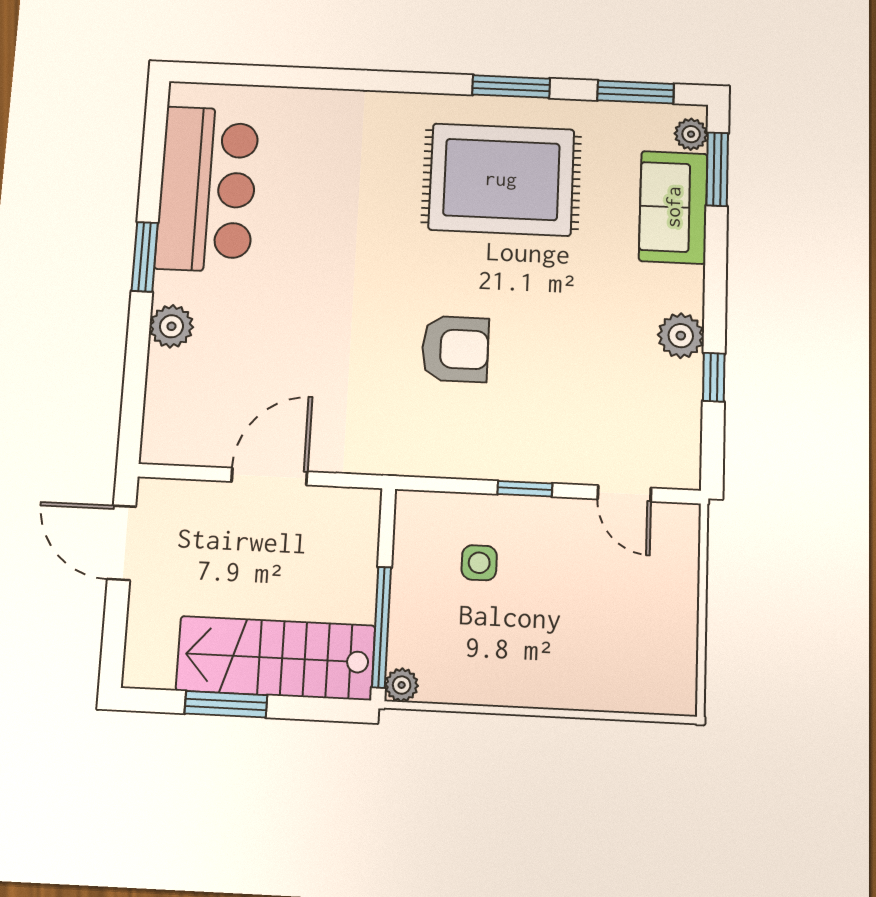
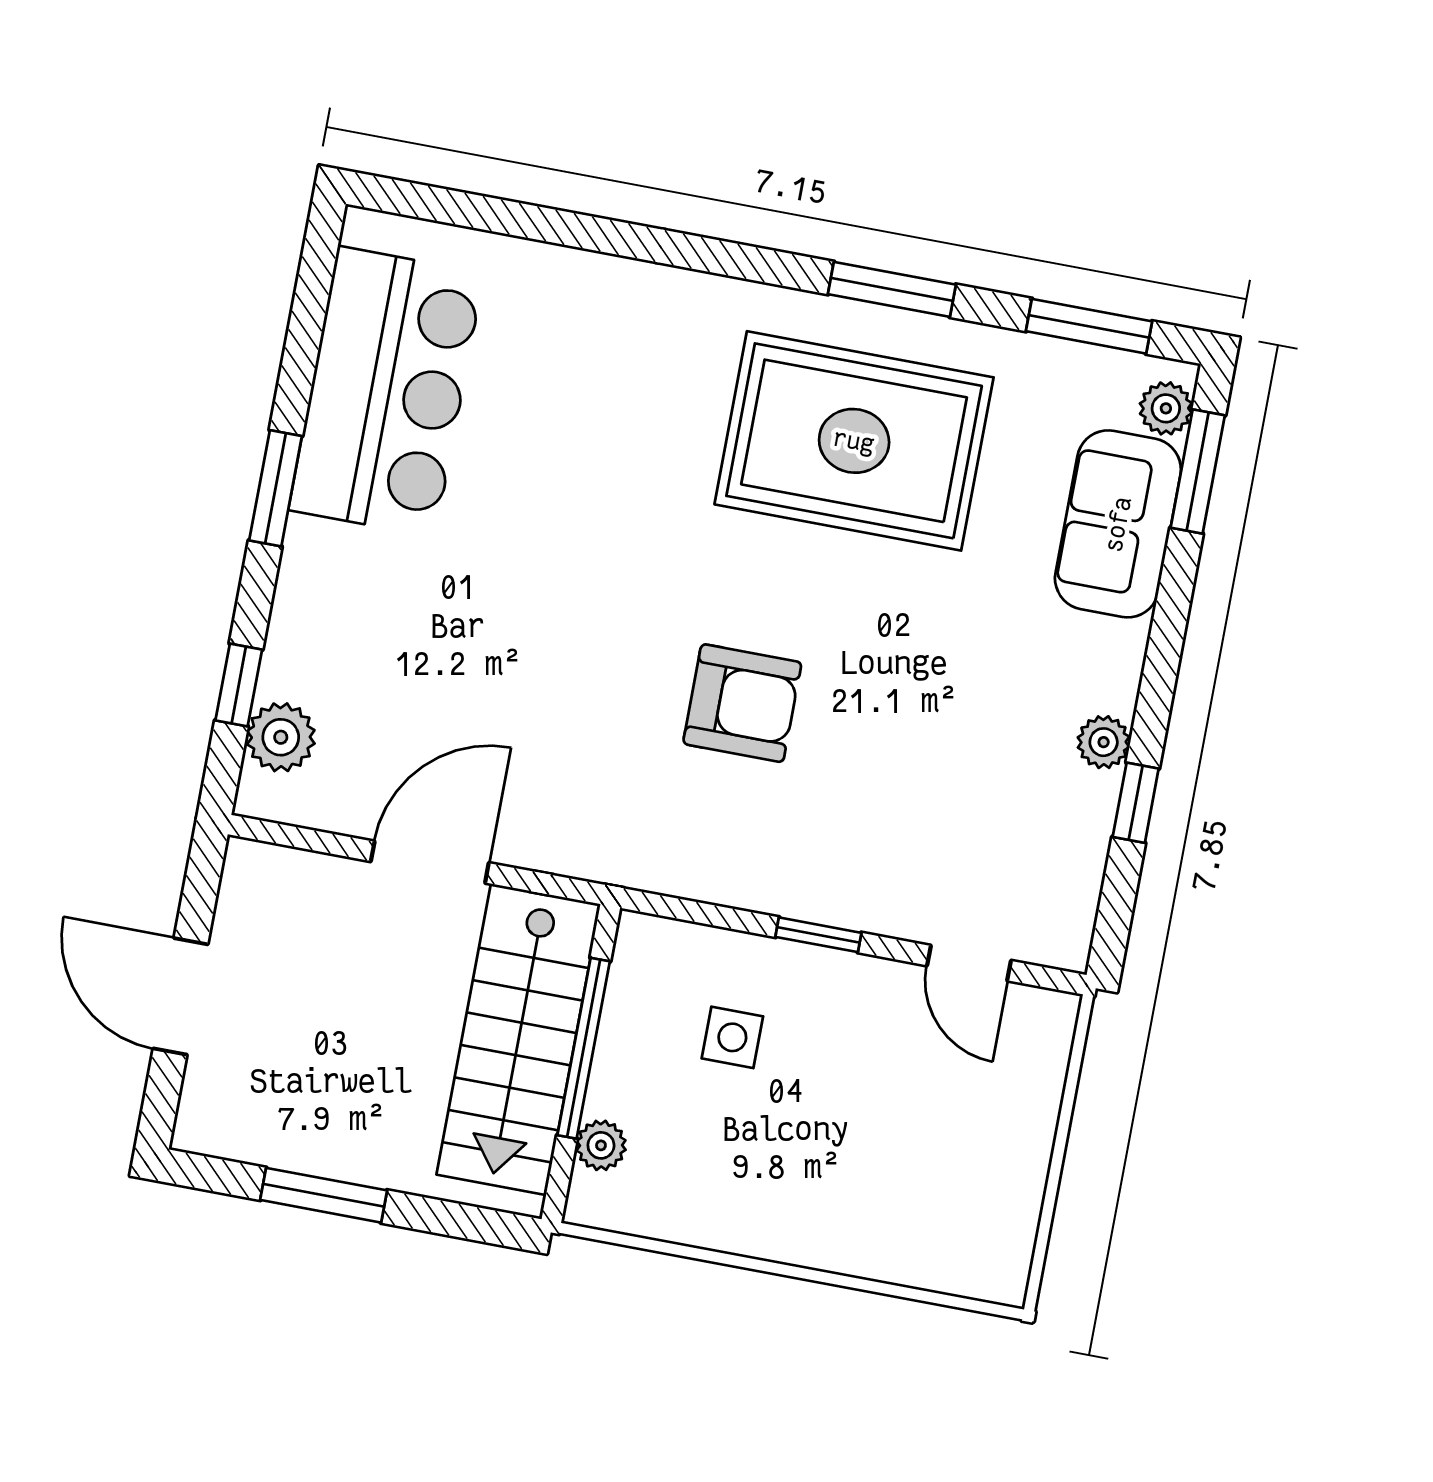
plant: (171, 326) -> (281, 737), moved
plant: (681, 336) -> (1104, 742), width x0.73, depth x0.73
window: (135, 381) -> (239, 685), added
door: (122, 543) -> (180, 996), moved
window: (382, 627) -> (584, 1048), moved
stairs: (276, 658) -> (518, 1039), moved, turned -90
plant: (402, 685) -> (601, 1145), moved

